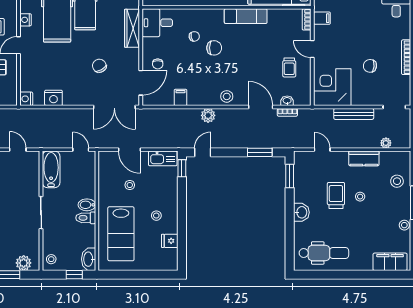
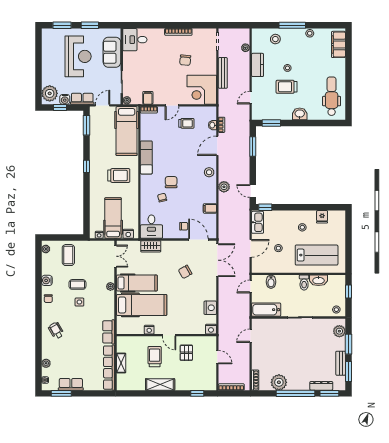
wardrobe: (132, 28) -> (151, 246), width x0.67
bidet: (87, 205) -> (271, 282), moved
washbasin: (89, 259) -> (318, 280), moved

